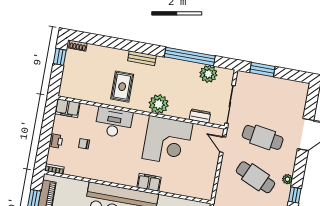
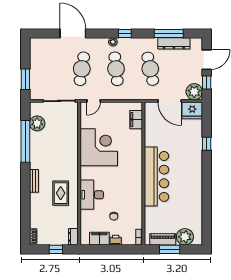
window: (60, 57) -> (56, 249), moved
rug: (122, 87) -> (61, 193), turned 90
plant: (159, 104) -> (70, 160), removed
filing cabinet: (67, 108) -> (99, 239), moved, turned -90
dresser: (200, 116) -> (73, 237), moved
cafe table: (255, 177) -> (116, 69), turned -30
filing cabinet: (149, 182) -> (136, 120), moved

